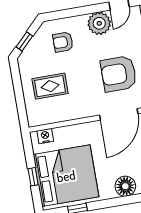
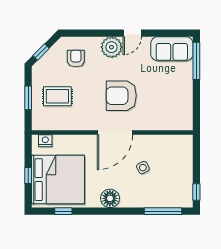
armchair: (63, 42) -> (76, 58), turned 90
window: (19, 93) -> (28, 98), added

